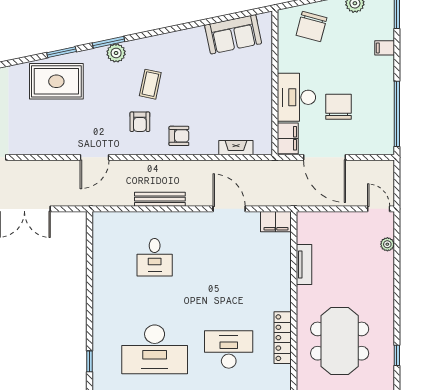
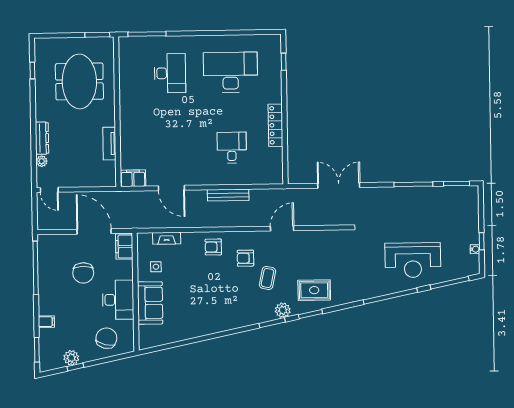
sofa: (233, 34) -> (150, 303), moved, turned 102
plant: (116, 53) -> (283, 310), moved
rug: (56, 81) -> (314, 290), width x0.73, depth x0.70
coffee table: (150, 84) -> (267, 278), moved
desk: (296, 97) -> (118, 300), moved
side table: (250, 113) -> (156, 267), added
armchair: (140, 122) -> (245, 258), turned -90
dresser: (386, 272) -> (42, 138), added
locker: (283, 338) -> (275, 125), moved, turned 180
desk: (229, 349) -> (170, 73), turned -90

